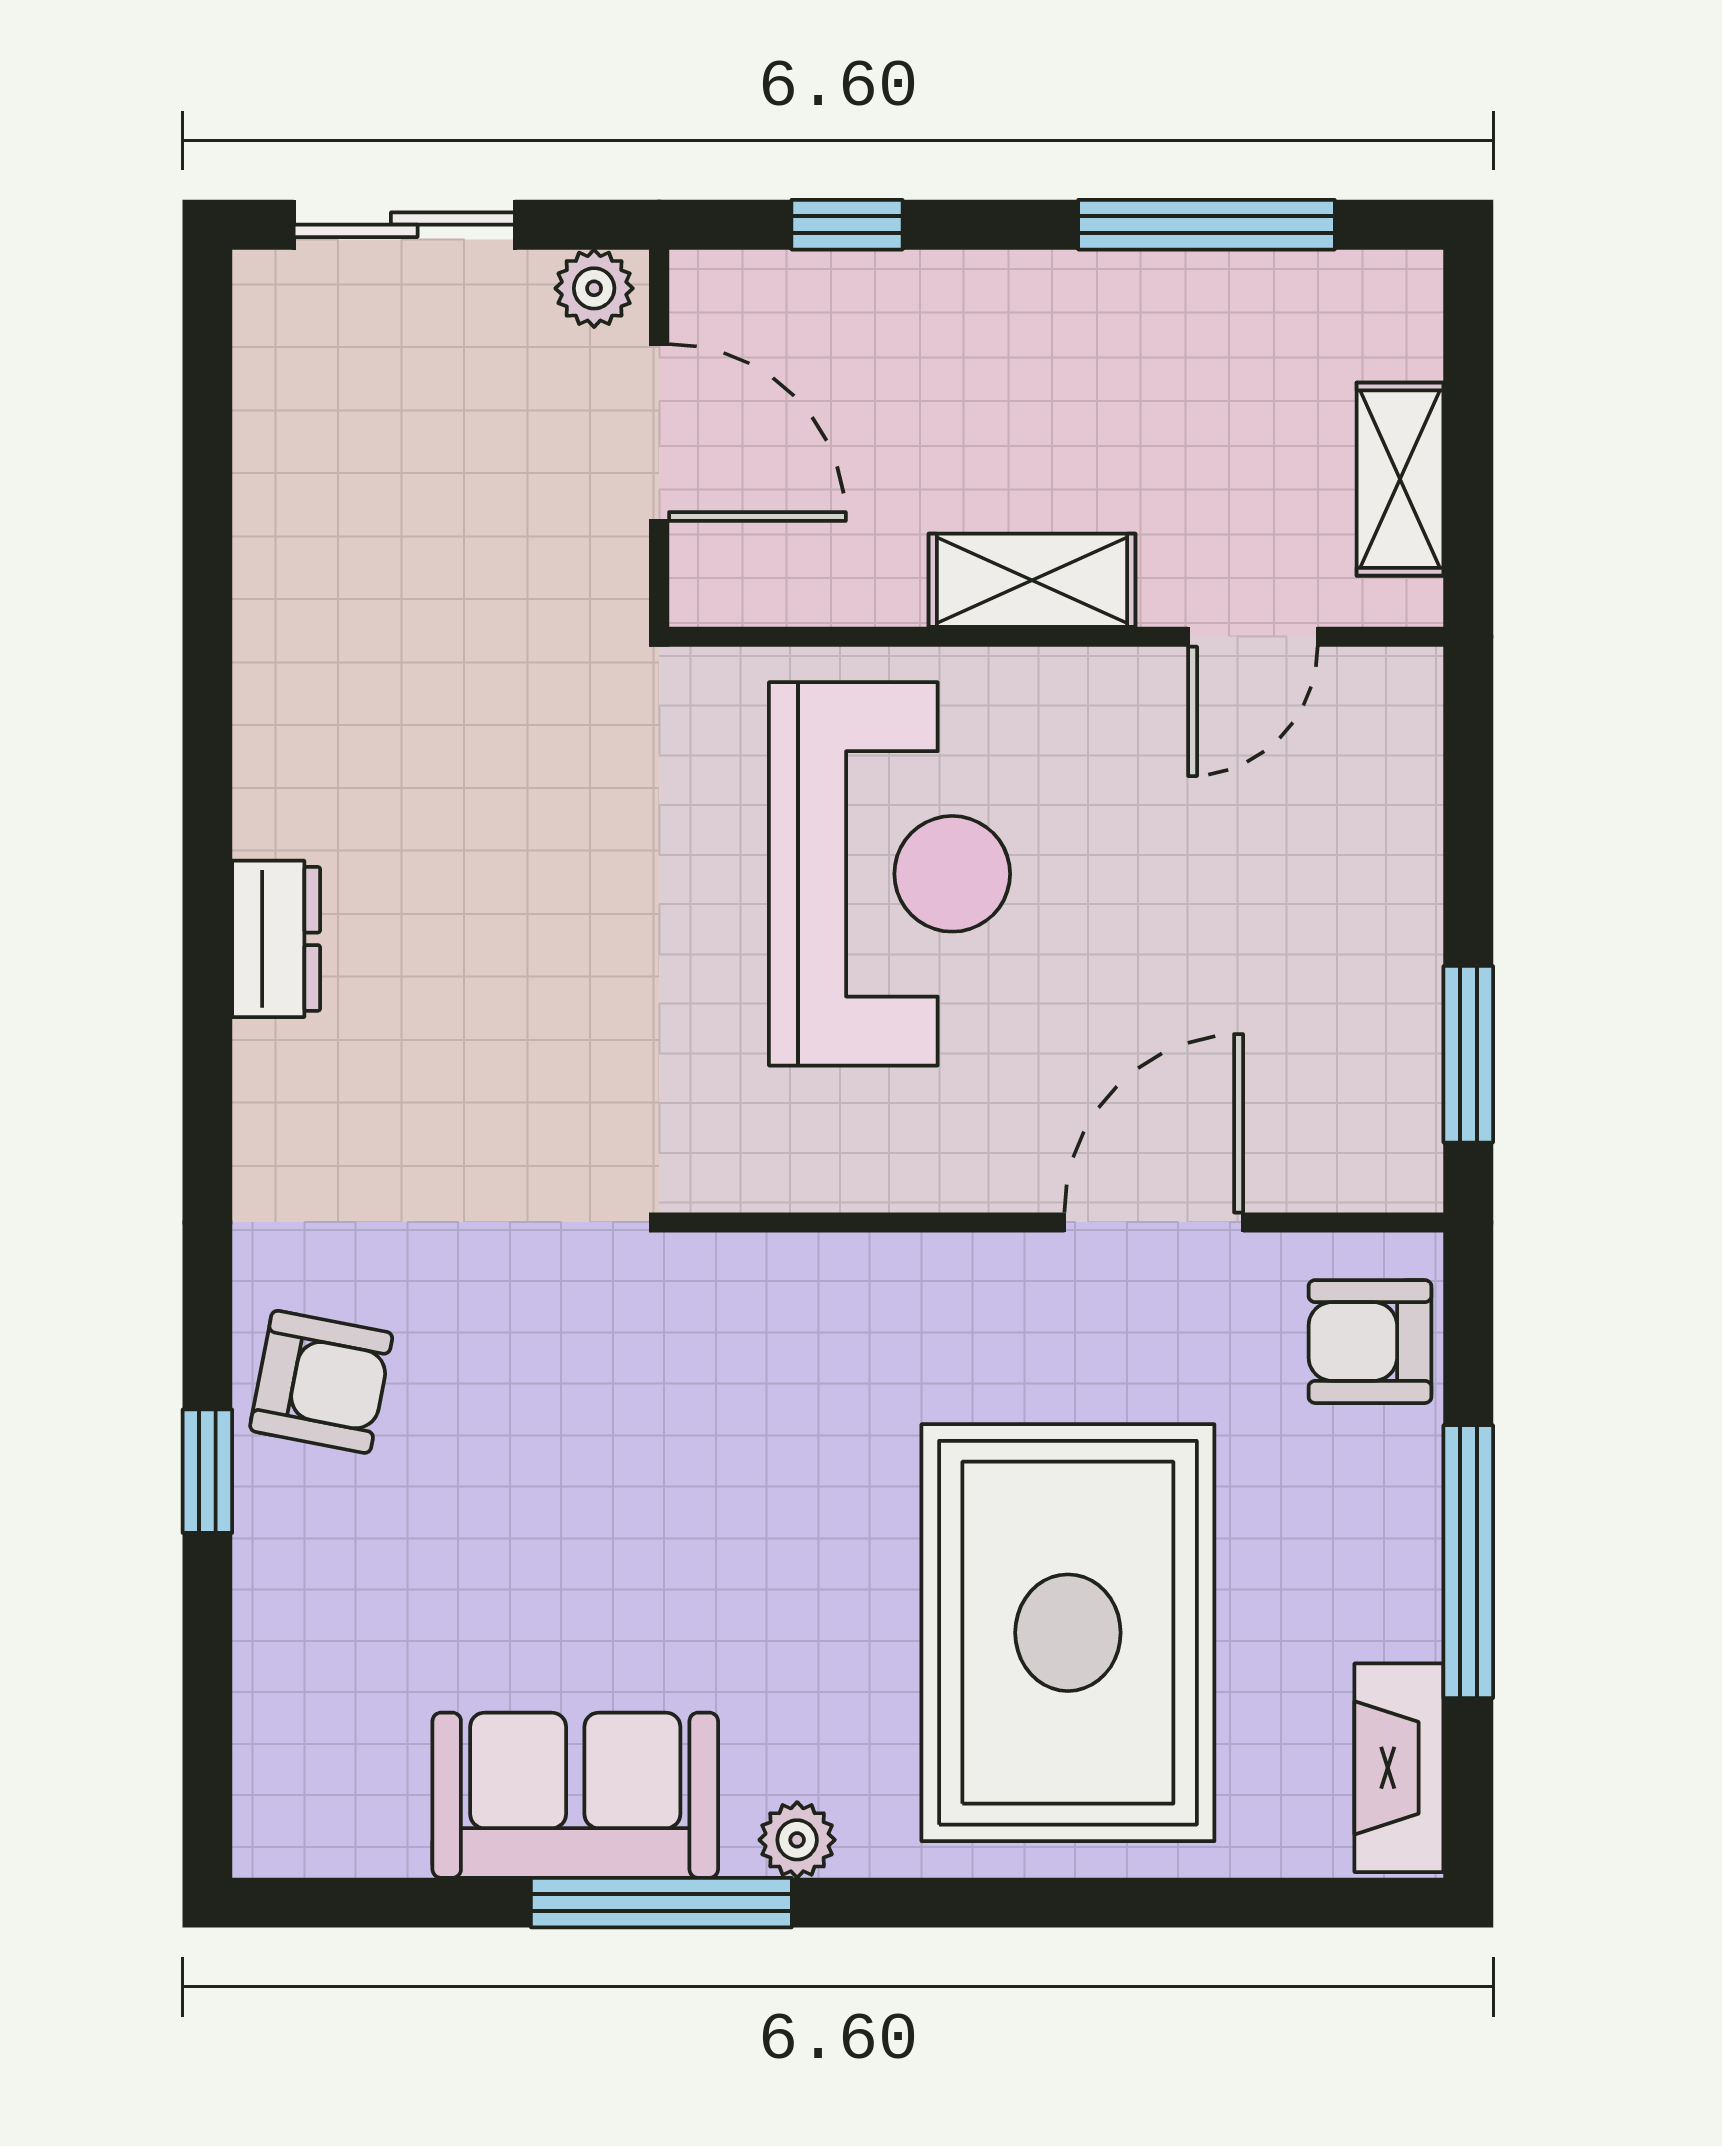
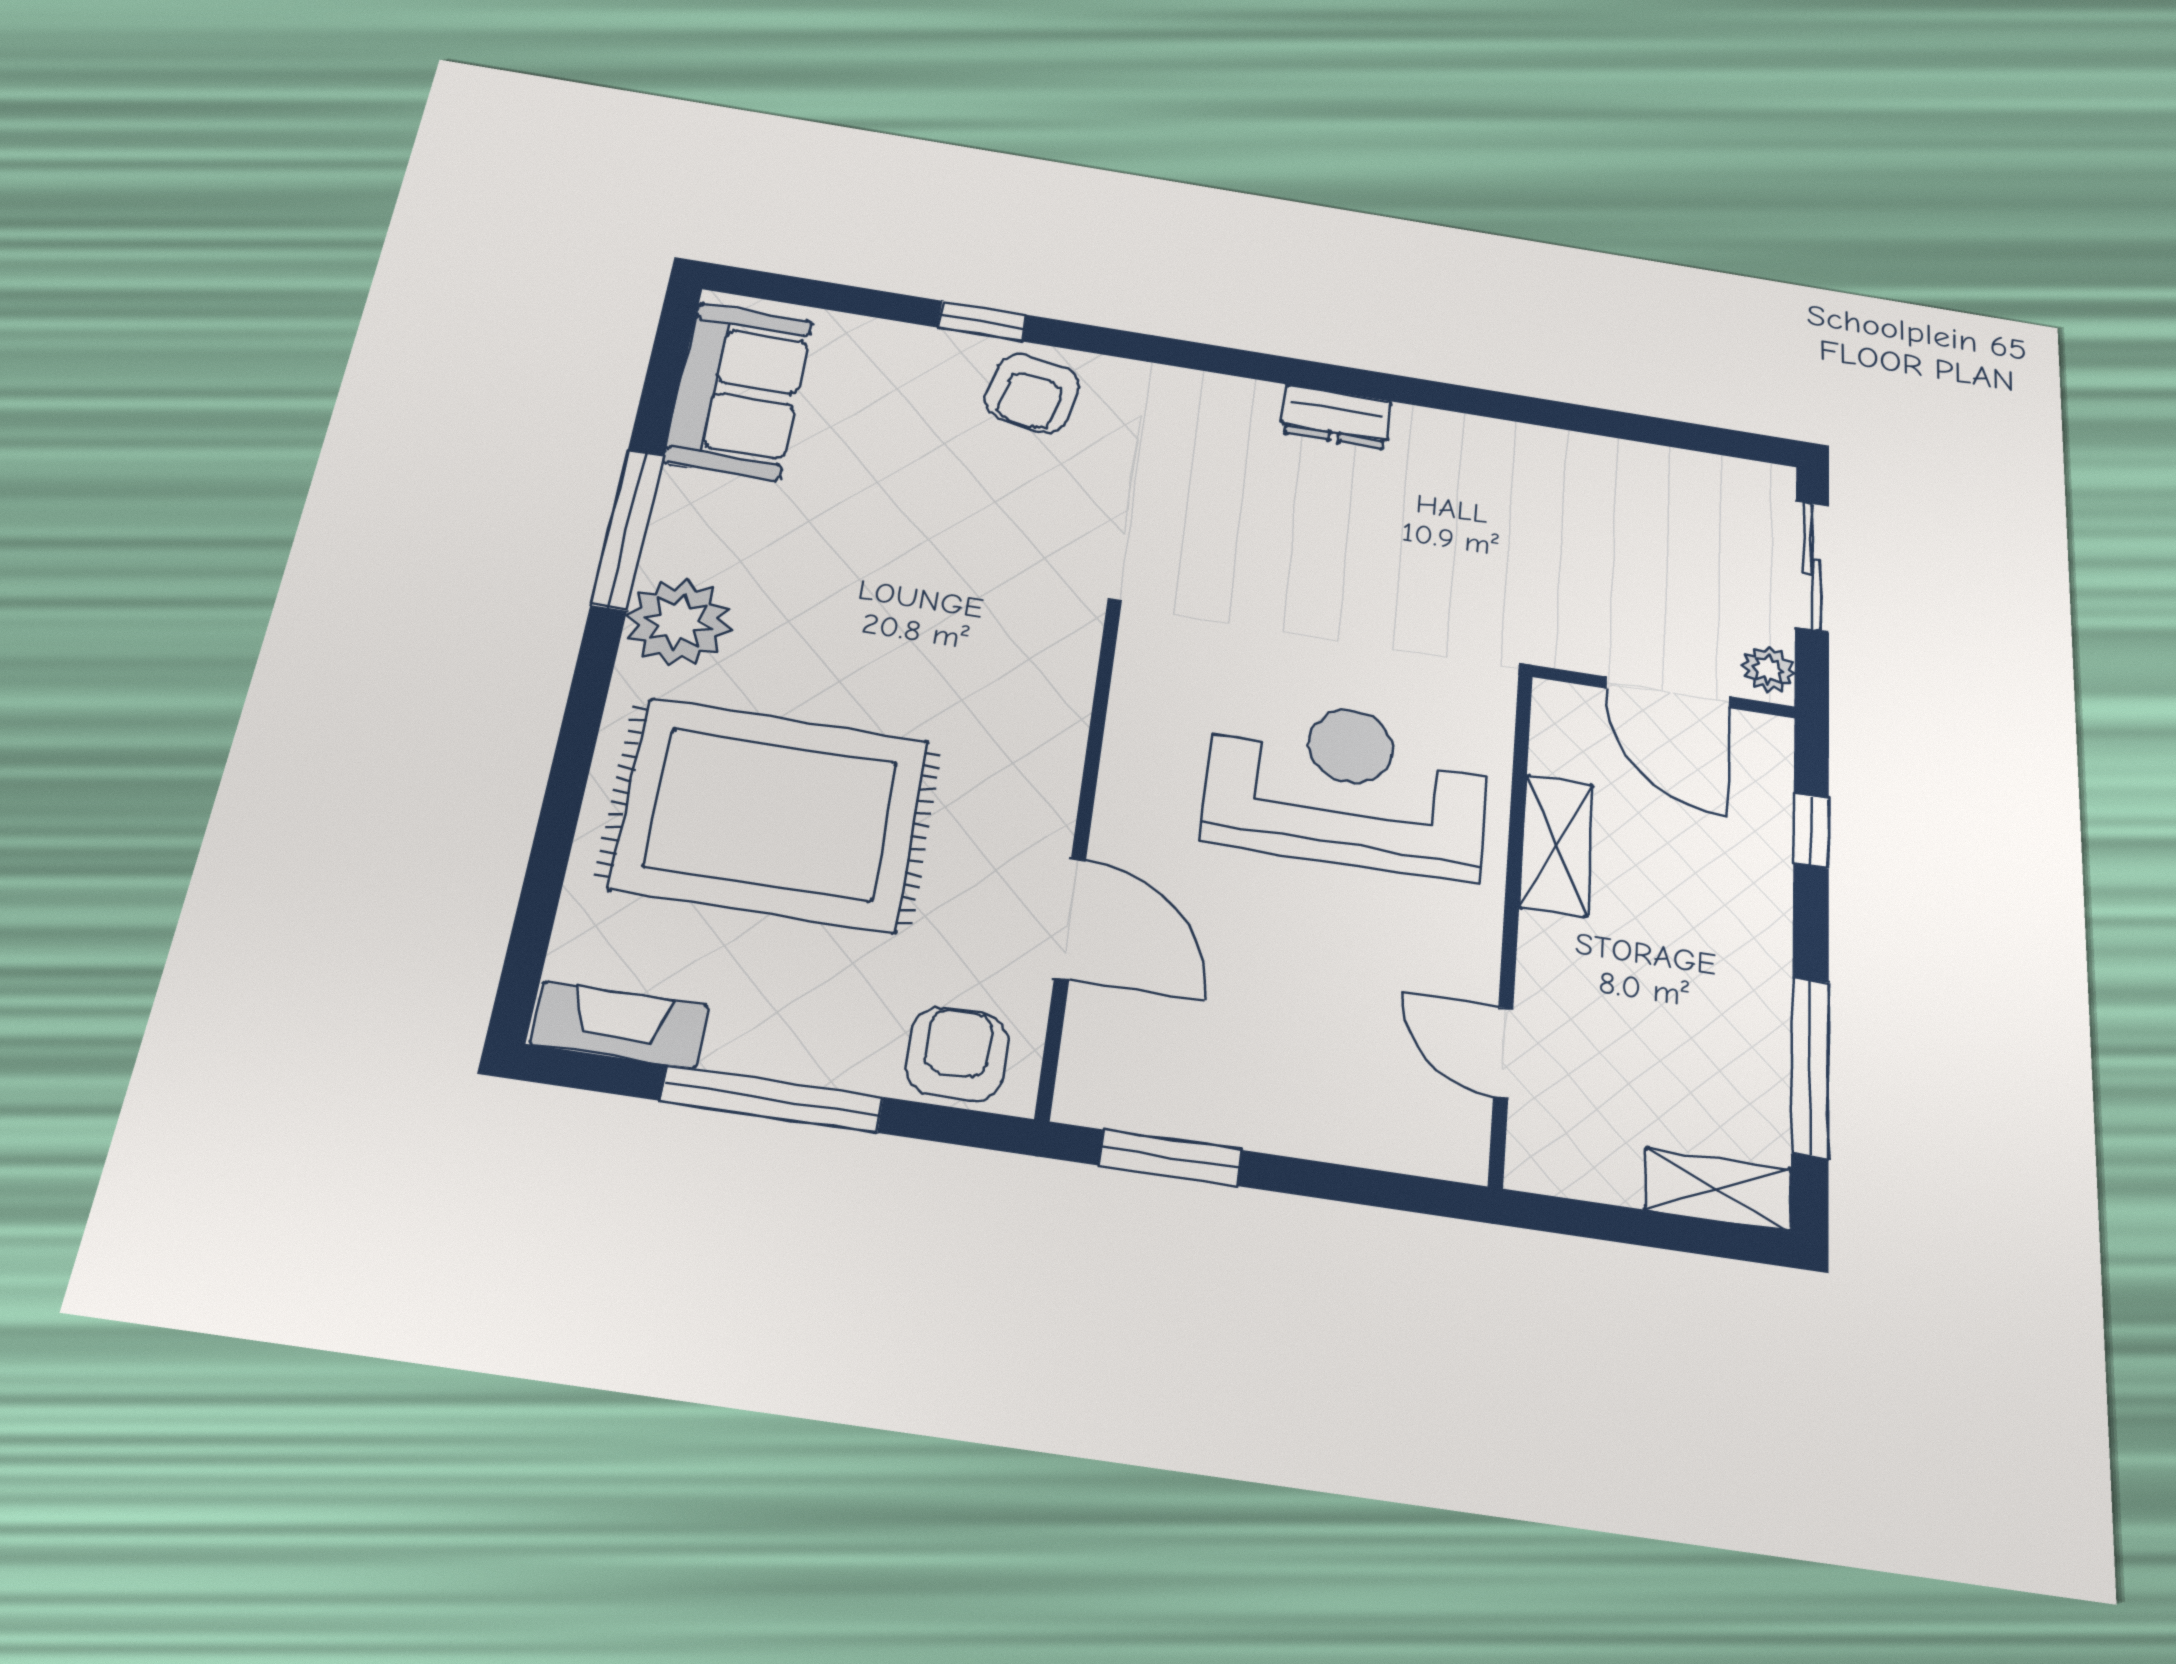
door: (659, 433) -> (1668, 692), hinge flipped
shelving: (1400, 479) -> (1718, 1189), moved
shelving: (1032, 580) -> (1556, 846), moved
reception desk: (890, 874) -> (1347, 786), turned 180
sofa: (575, 1795) -> (738, 391), moved
plant: (797, 1840) -> (678, 622), width x1.88, depth x1.88

